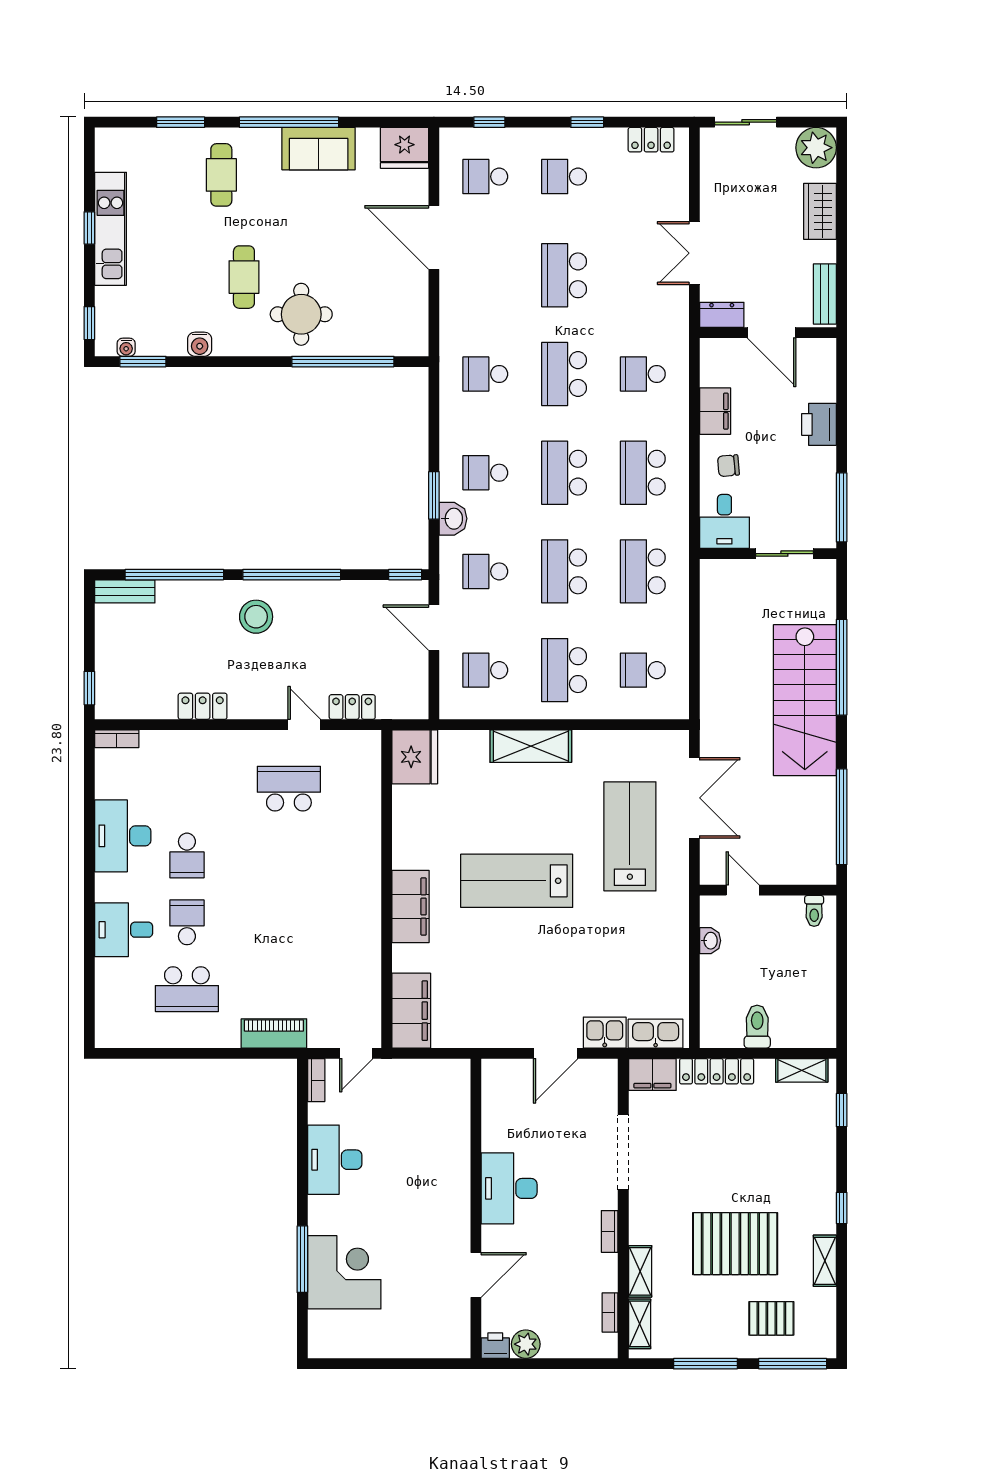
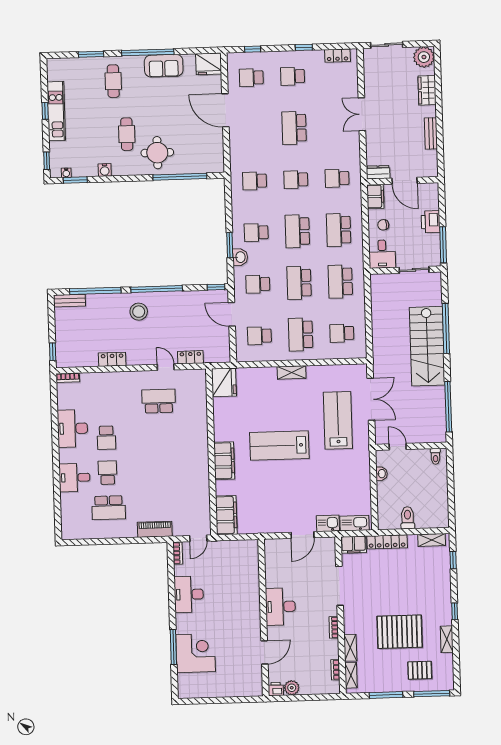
dresser: (722, 315) -> (378, 172), moved
wall: (768, 333) -> (403, 181), moved
door: (772, 333) -> (404, 181), moved
school desk: (564, 374) -> (296, 180), width x0.54
printer: (819, 424) -> (431, 222), moved
shelving: (531, 746) -> (292, 372), width x0.67, depth x0.75

